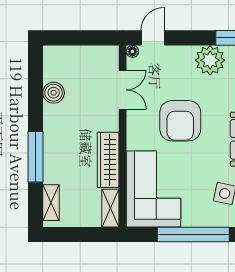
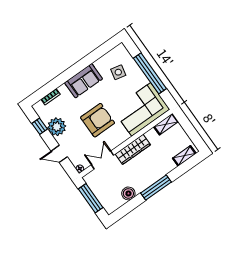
window: (83, 38) -> (91, 198), added
door: (153, 38) -> (59, 154), moved
window: (35, 157) -> (156, 188), moved
wardrobe: (108, 160) -> (133, 149), moved

